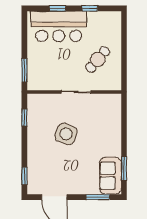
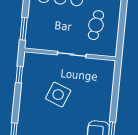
cafe table: (98, 59) -> (96, 25), turned -32

